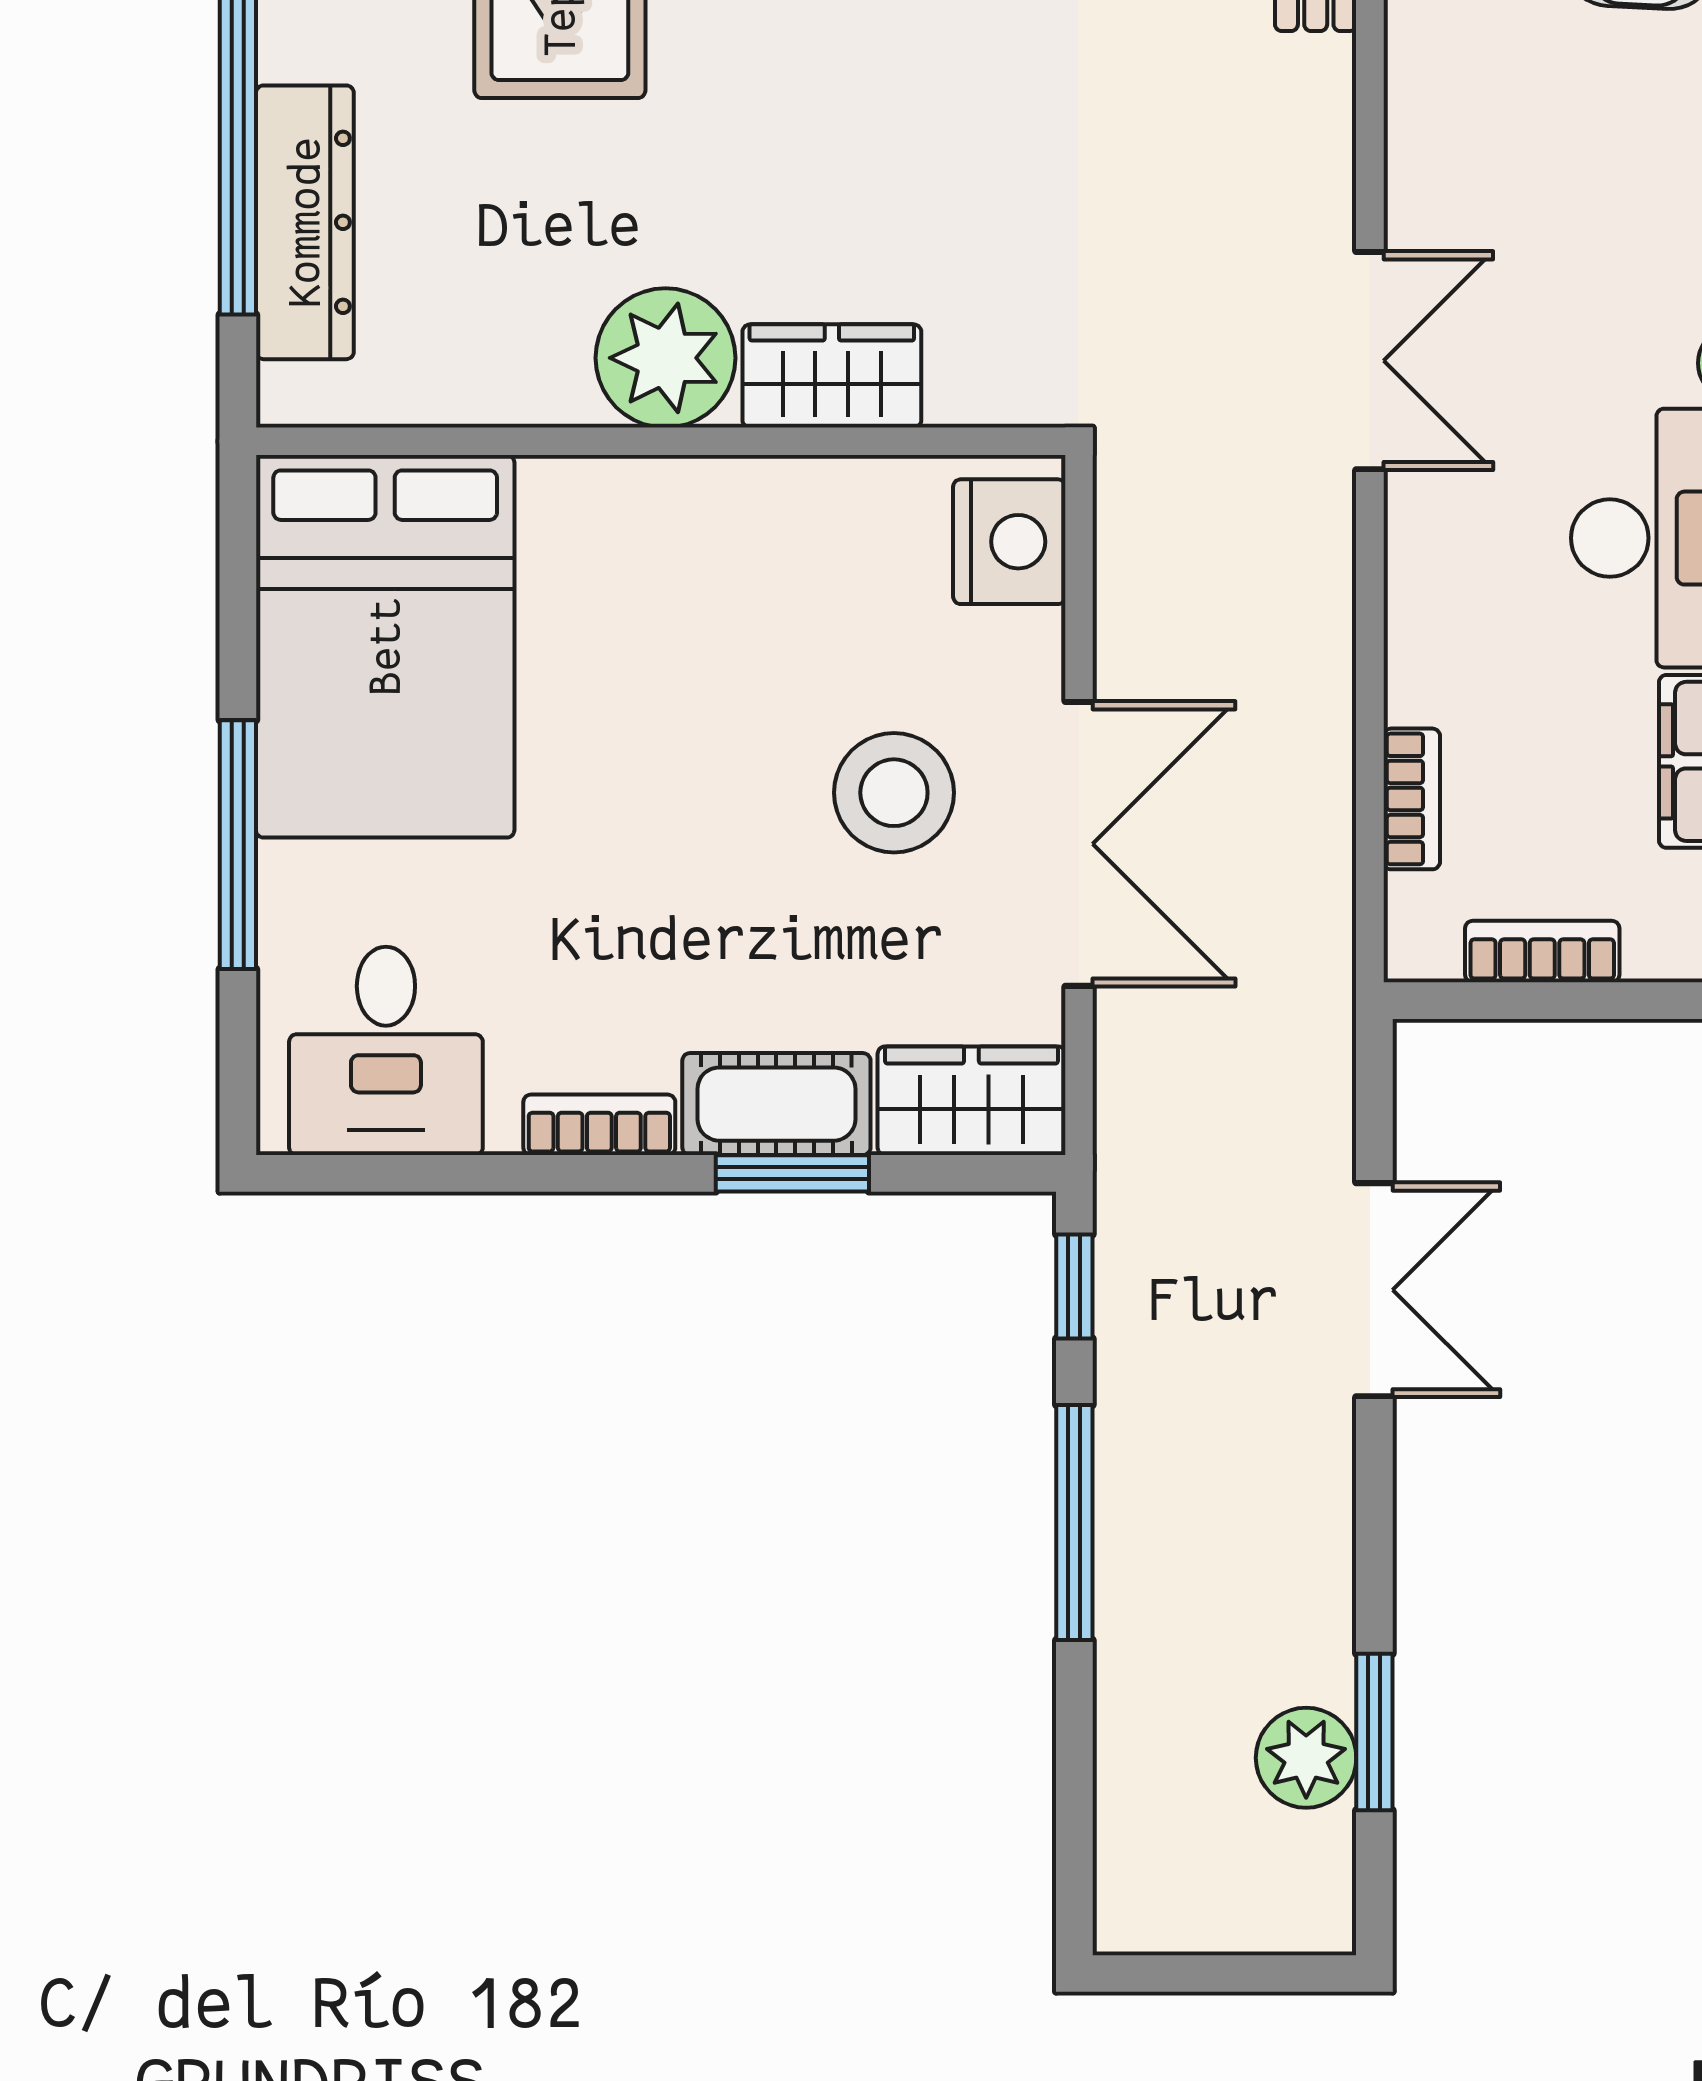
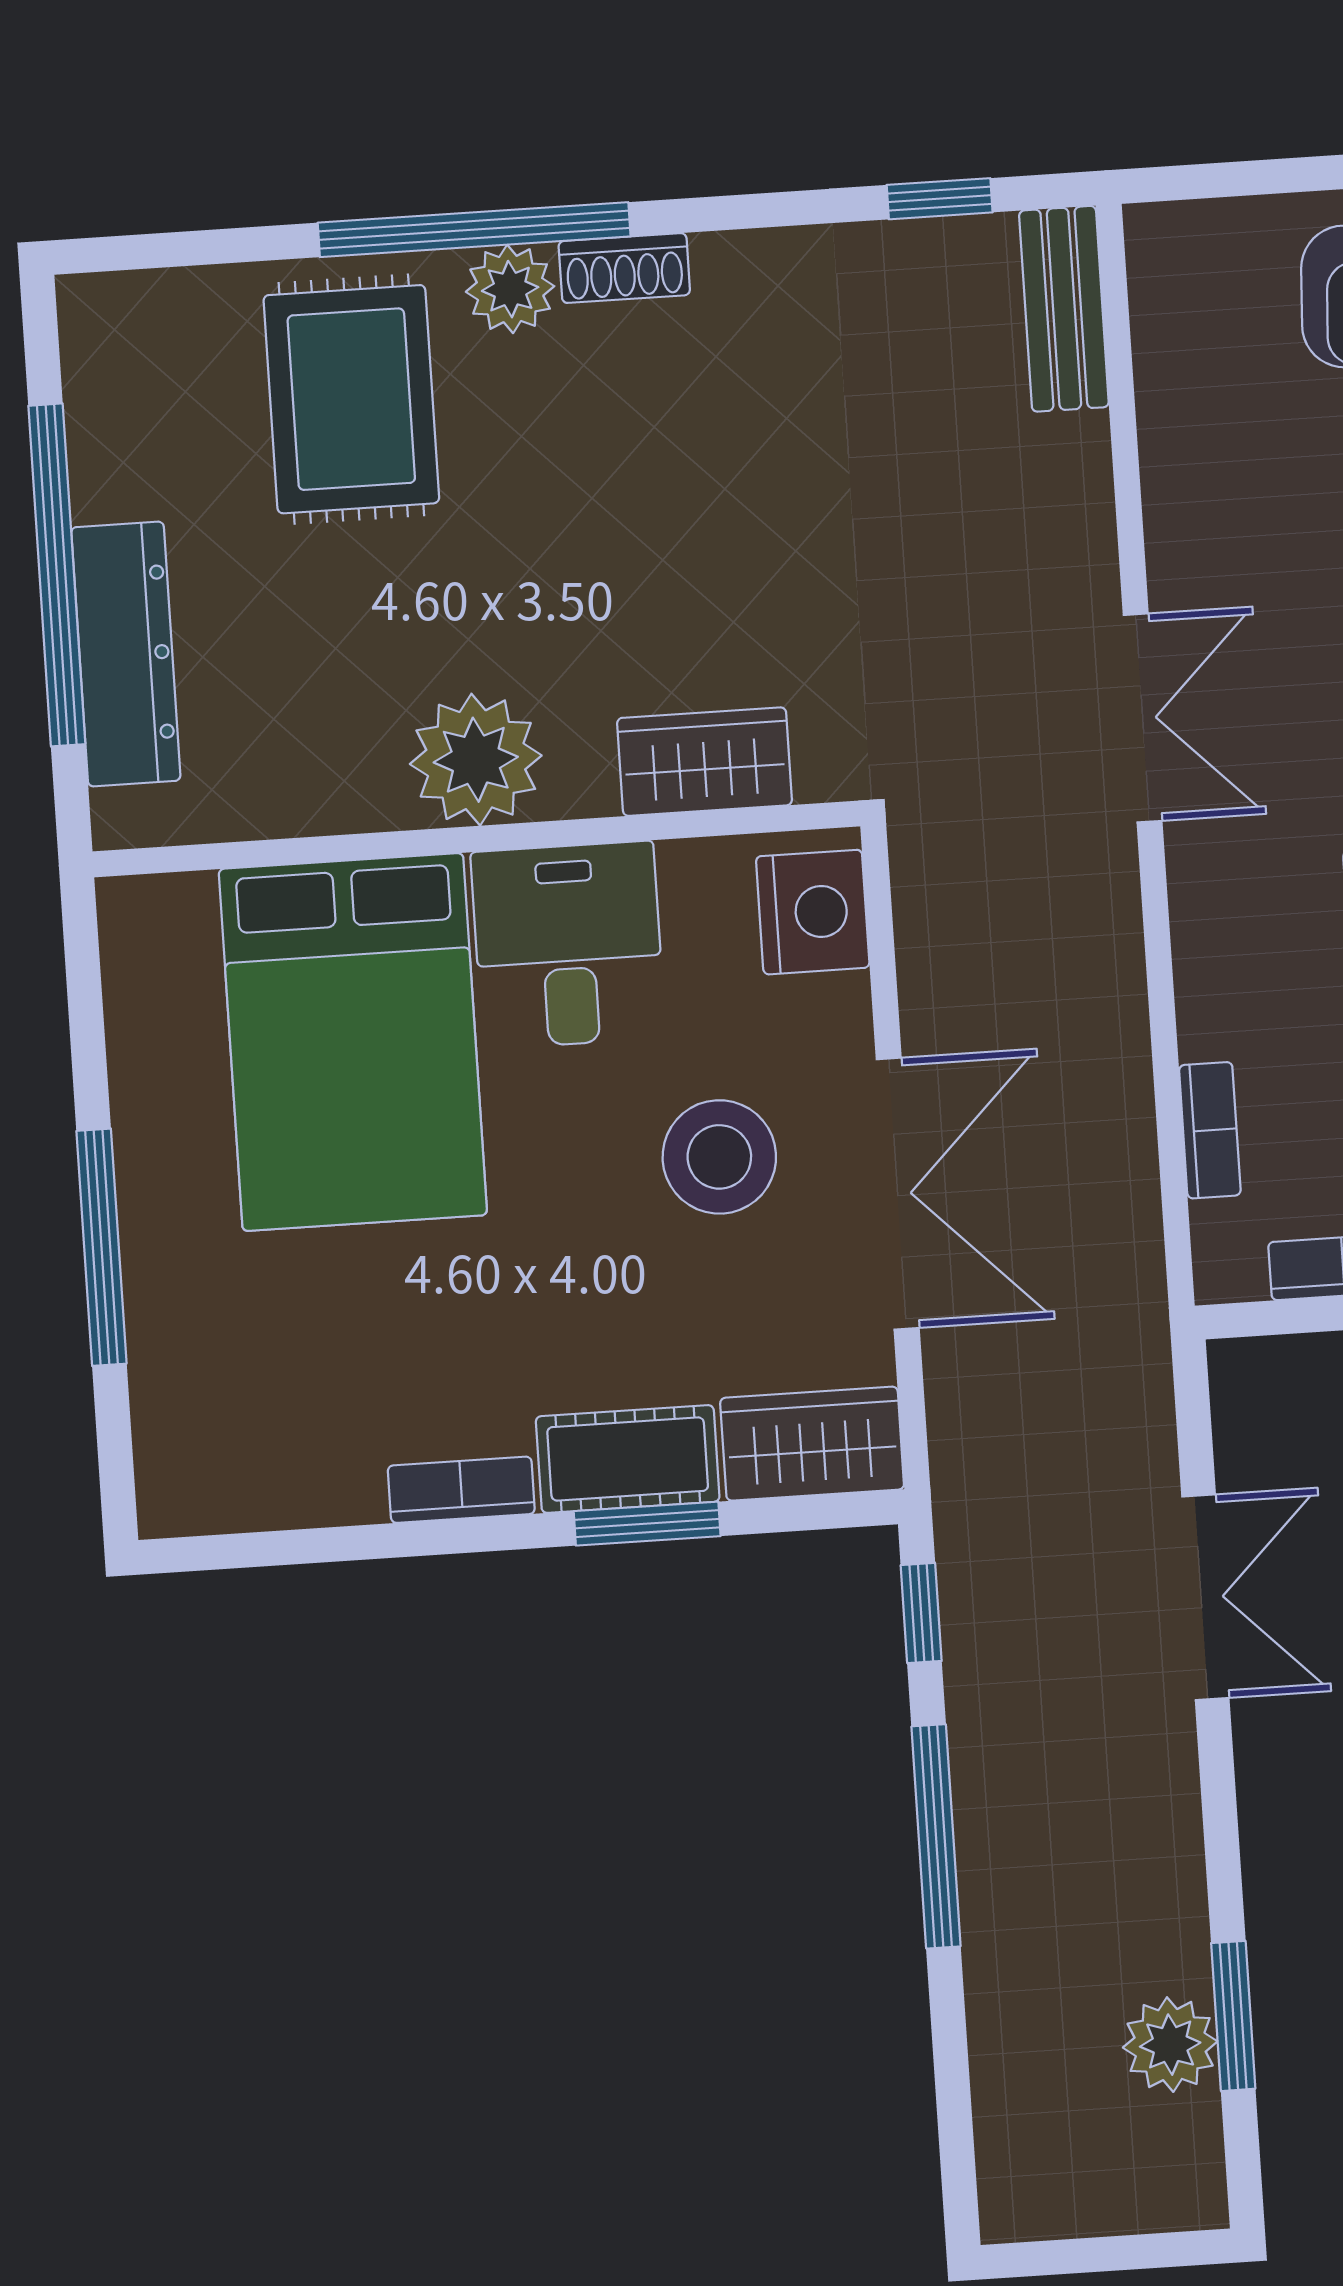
wardrobe: (832, 376) -> (705, 762), moved
bed: (385, 646) -> (353, 1042), moved
desk: (386, 1051) -> (568, 945), moved, turned 180

